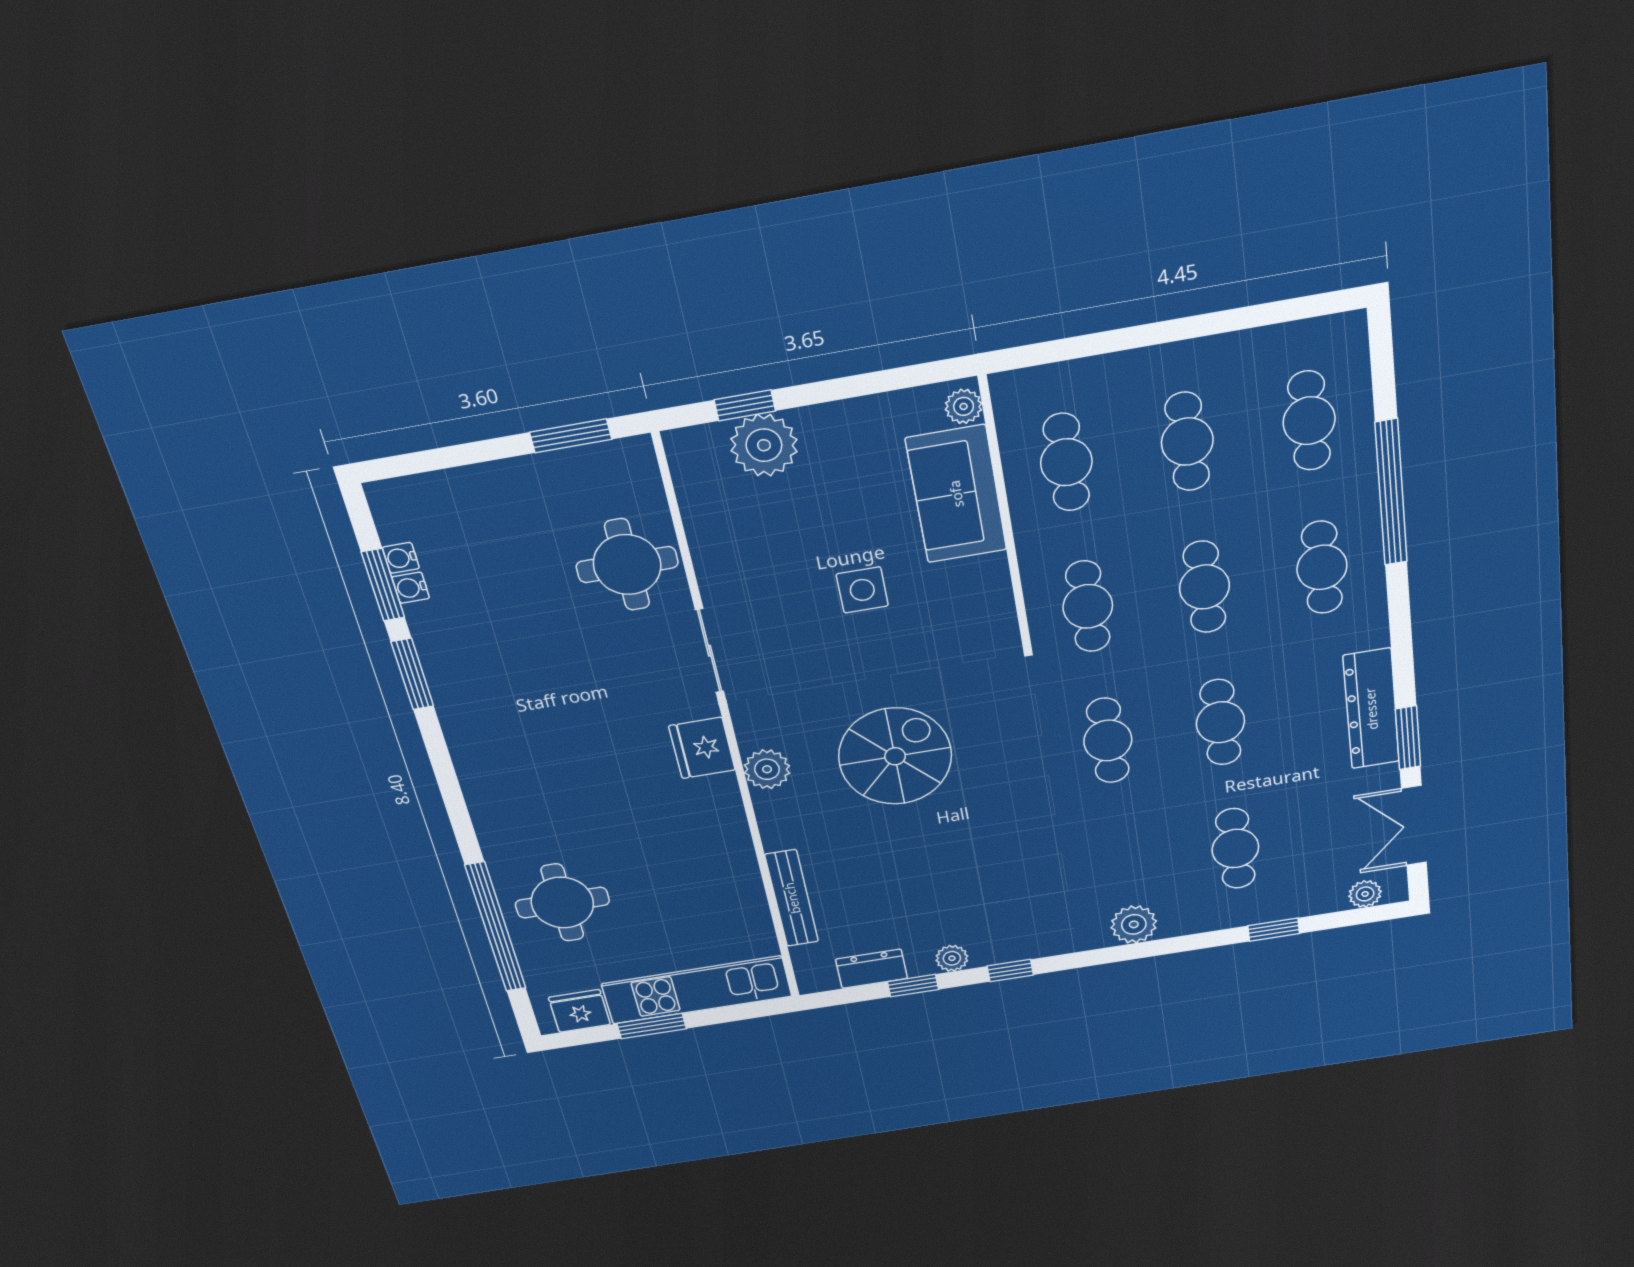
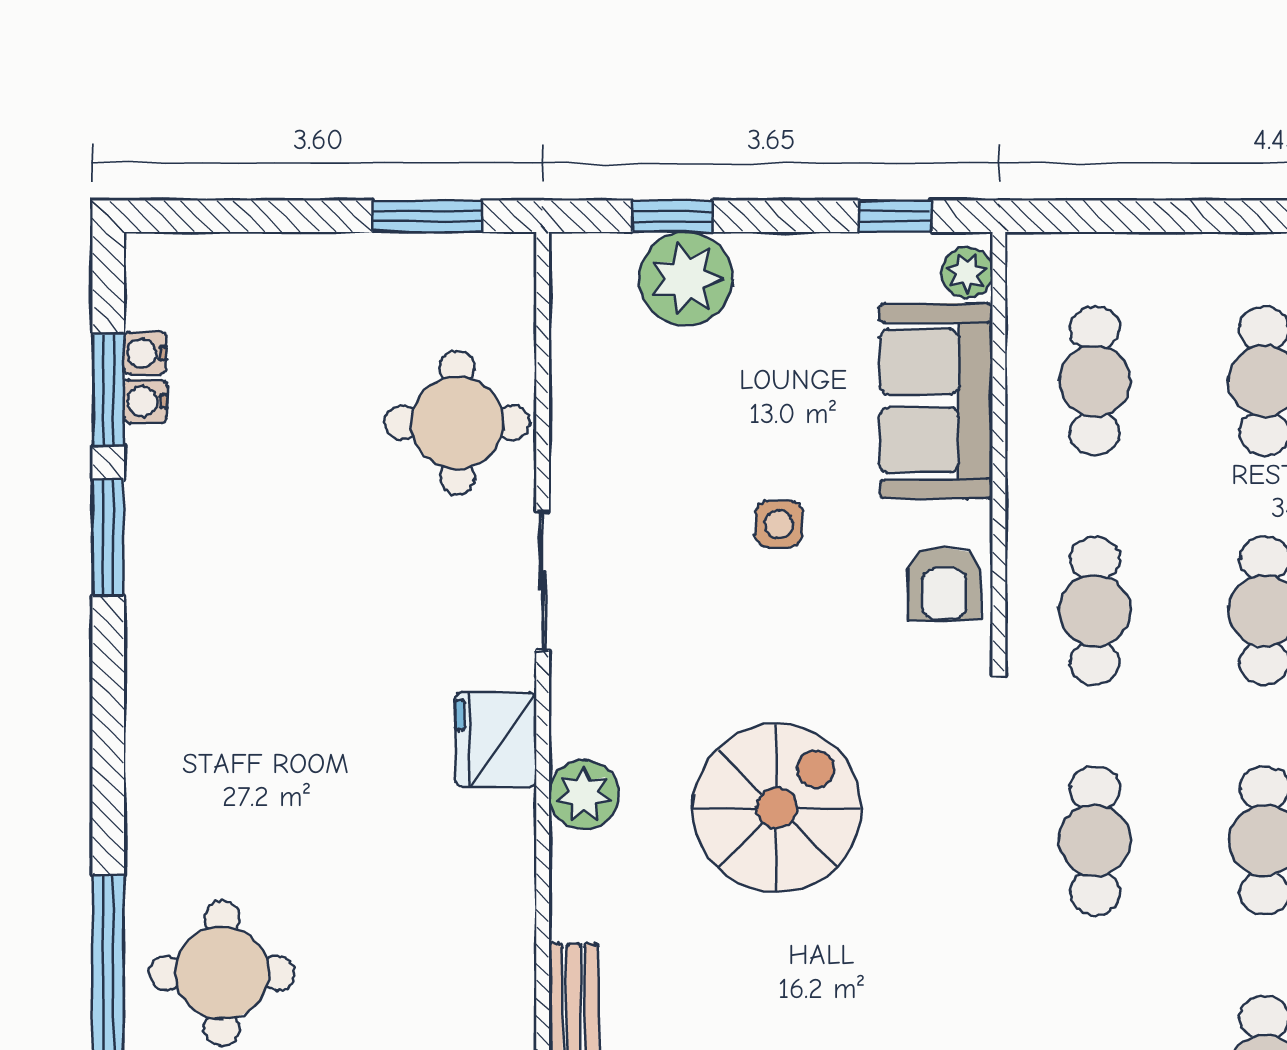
window: (905, 377) -> (895, 216), added
side table: (862, 590) -> (779, 524), width x0.73, depth x0.73
armchair: (982, 607) -> (944, 584), added

